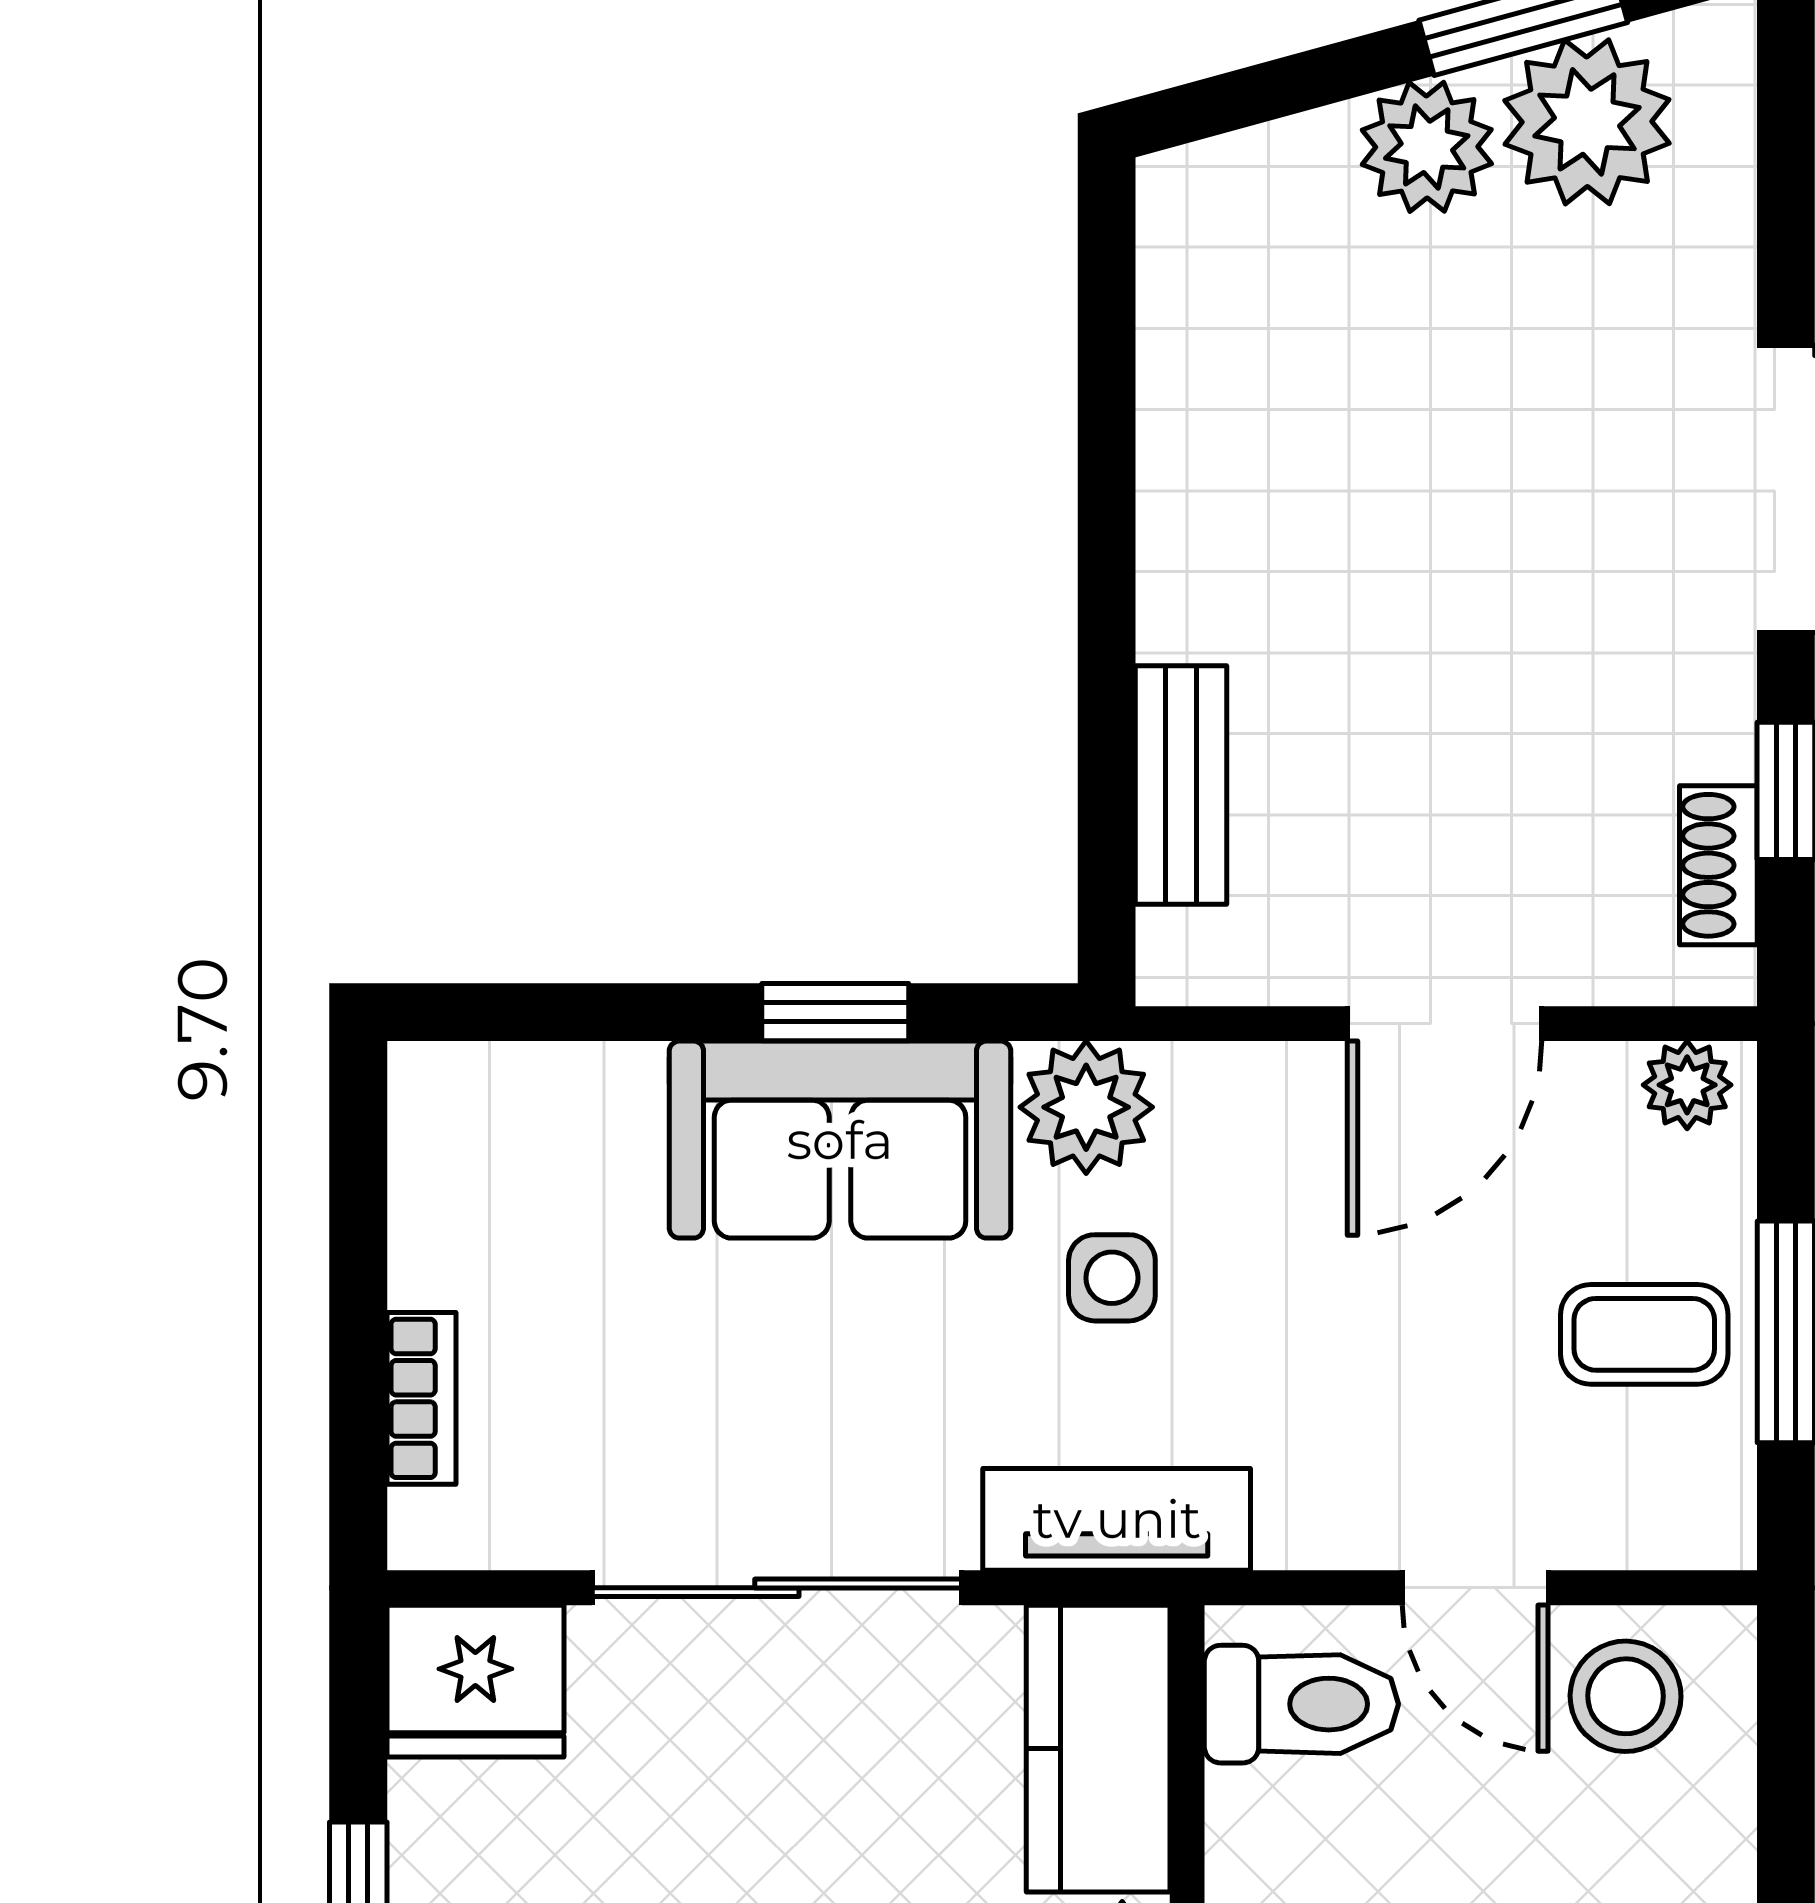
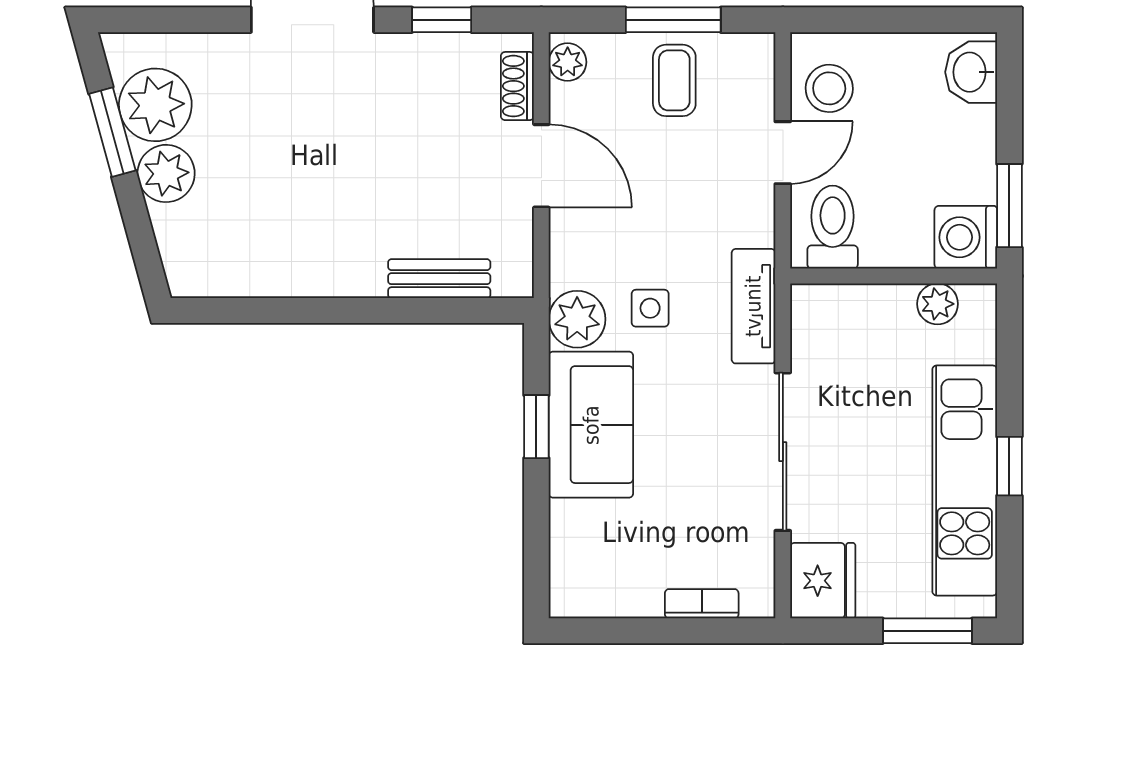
shoe rack: (1718, 865) -> (517, 86), moved, turned 90
kitchen counter: (1098, 1749) -> (852, 314), removed

